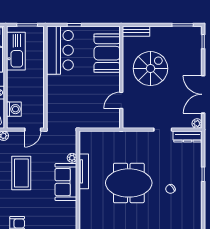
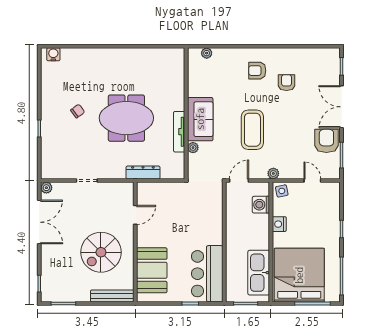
bench: (136, 31) -> (112, 296), width x1.36
dresser: (188, 137) -> (143, 173), moved

